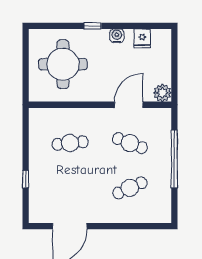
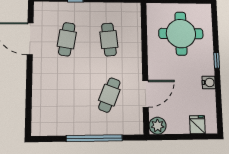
fridge: (142, 38) -> (197, 125), moved, turned 90
door: (129, 105) -> (146, 94), hinge flipped
cafe table: (130, 188) -> (67, 39), moved, turned 33

